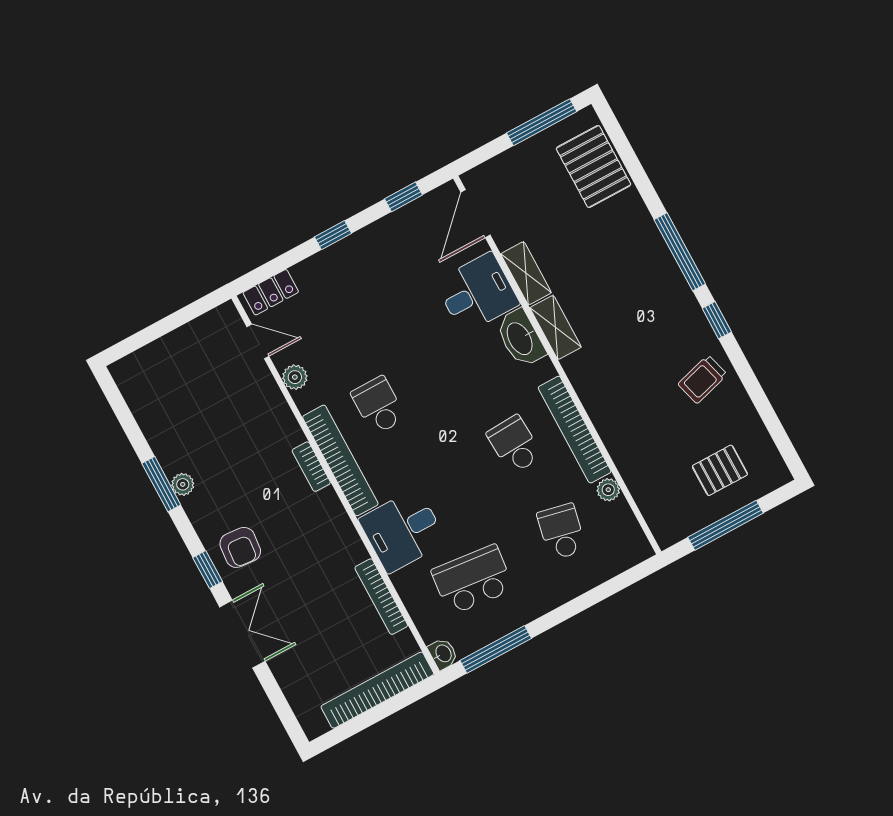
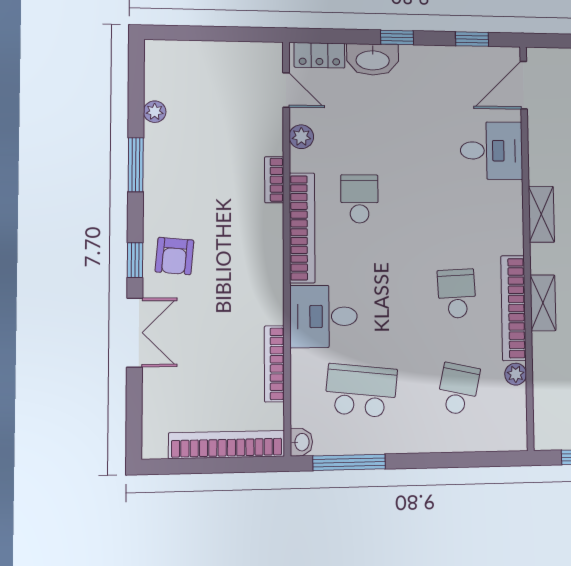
shelving: (526, 273) -> (543, 303), moved
washbasin: (520, 338) -> (373, 59), moved, turned -90
bookcase: (311, 467) -> (274, 180), moved
plant: (183, 484) -> (155, 112), moved

